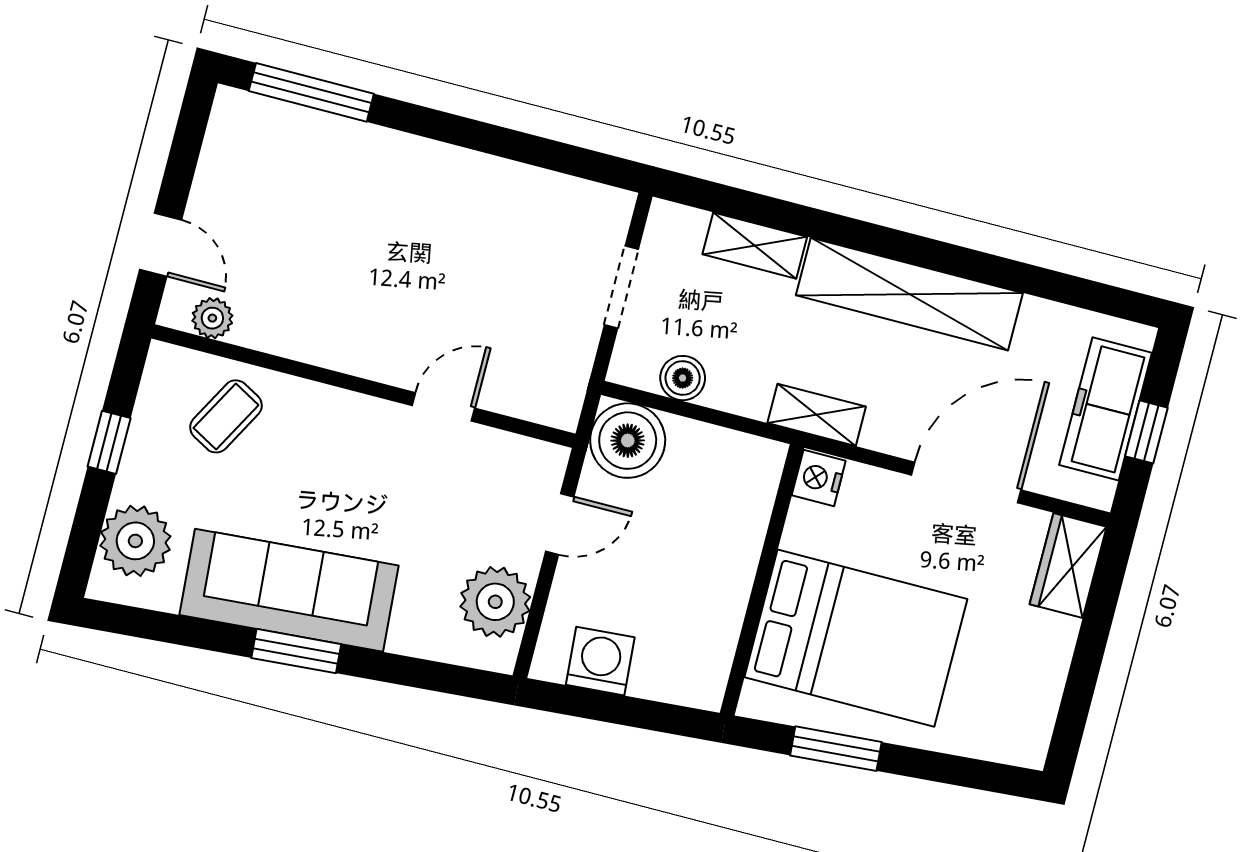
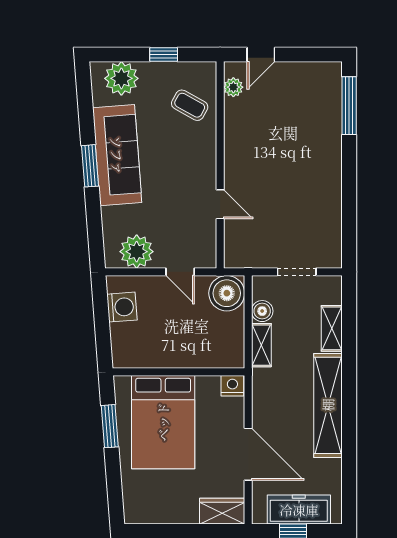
shelving: (817, 415) -> (261, 345), moved

